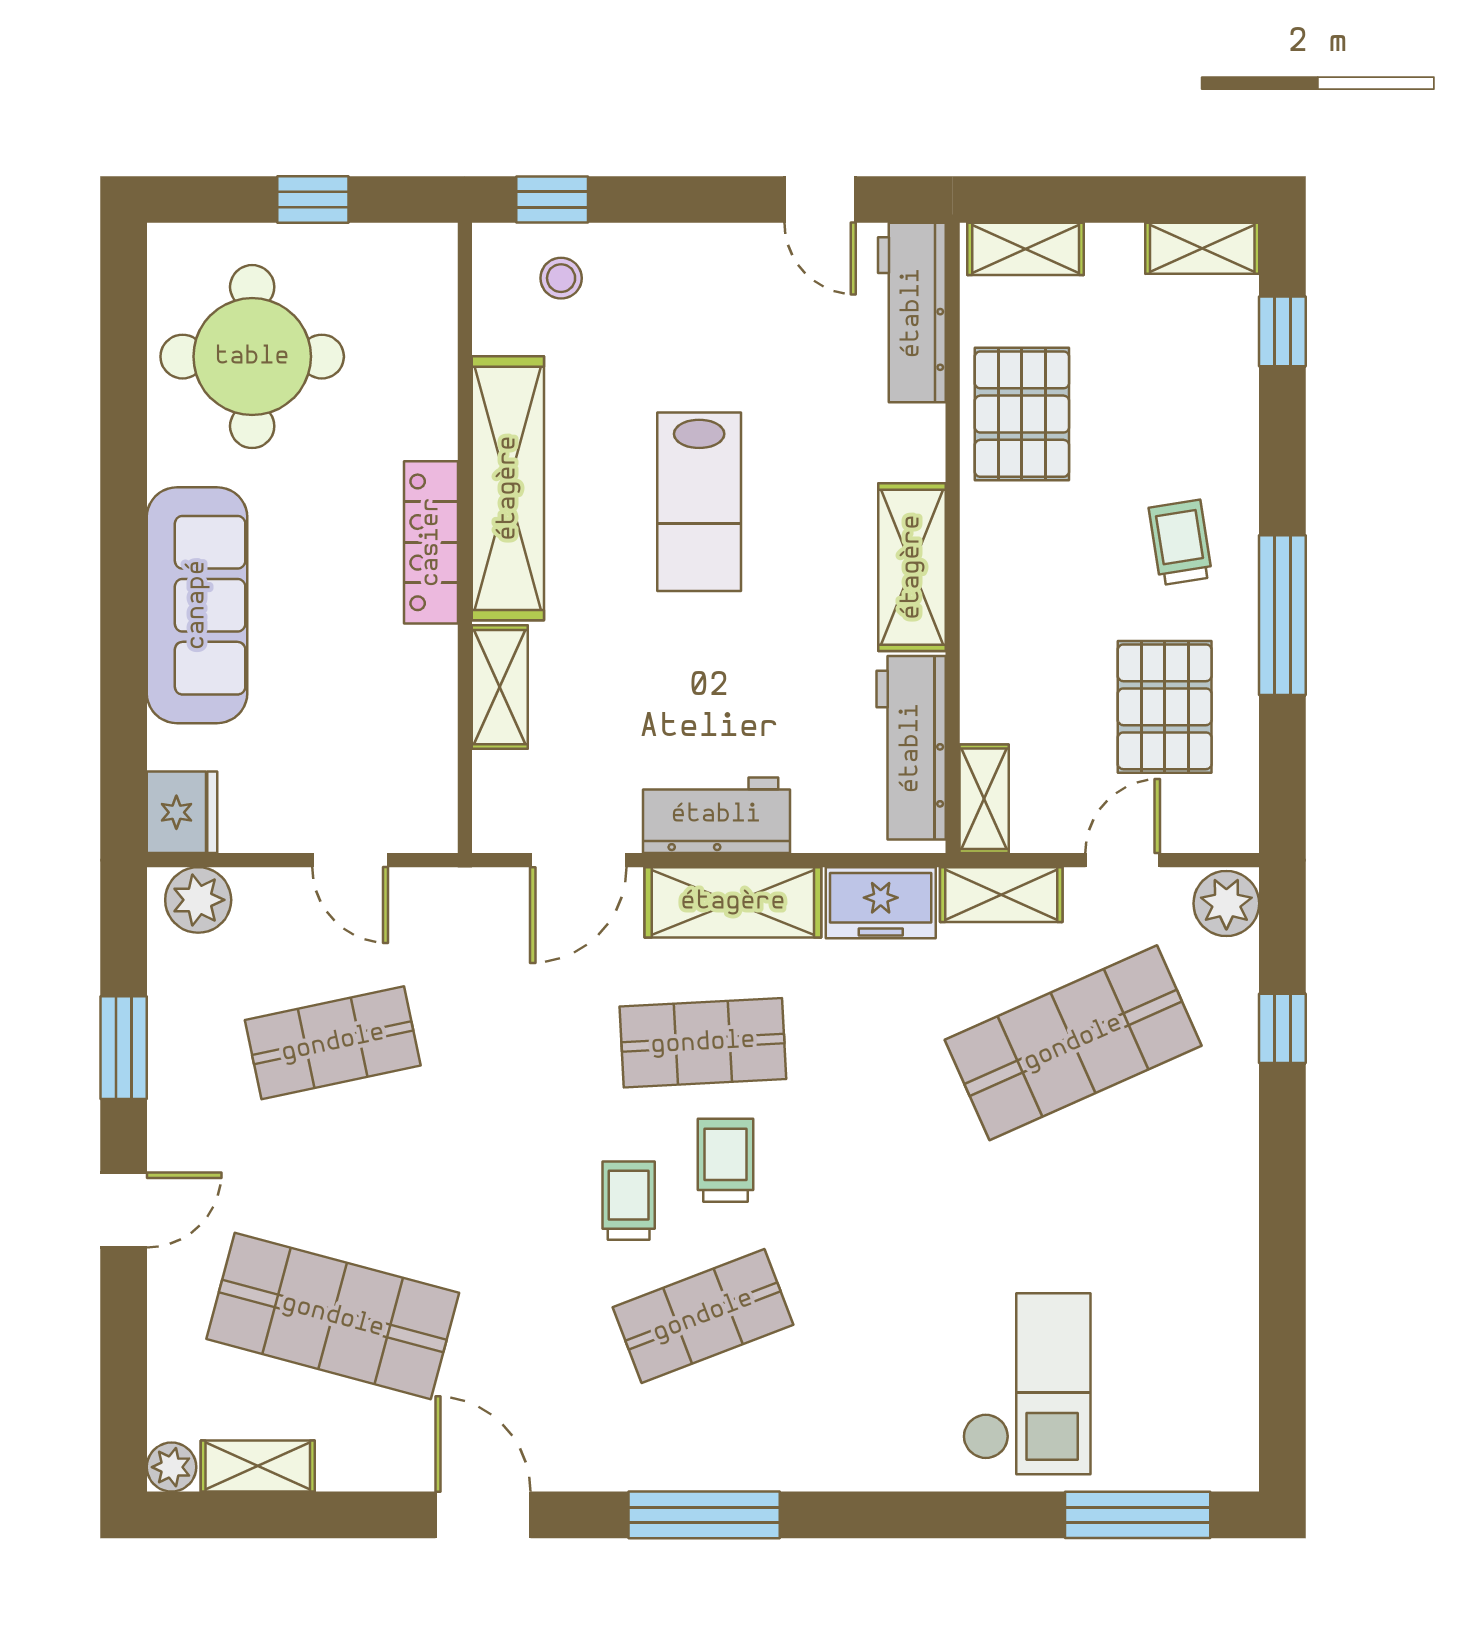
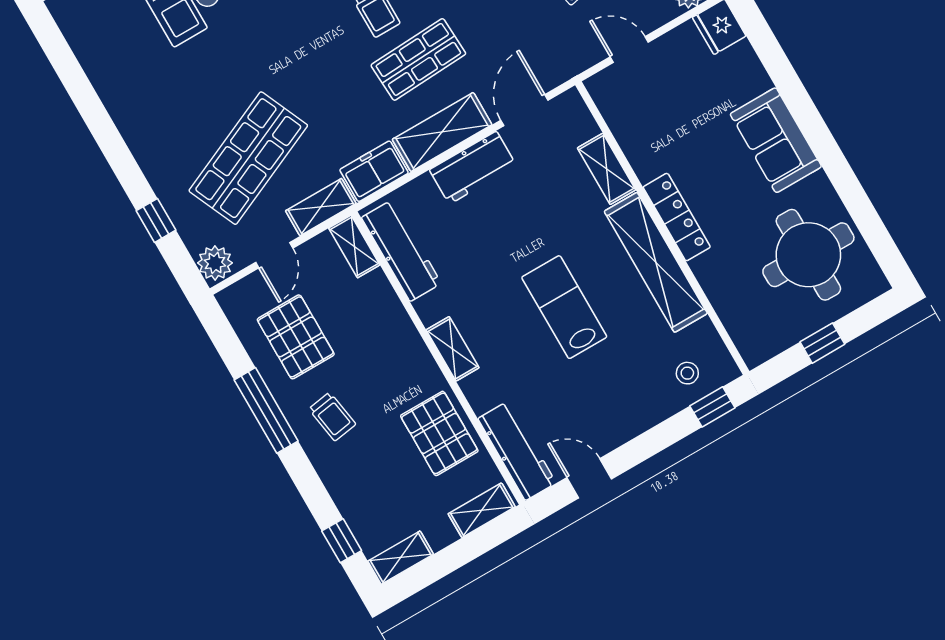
shelving: (912, 567) -> (453, 349), width x0.67, depth x0.75
sofa: (197, 605) -> (776, 140), width x0.73

